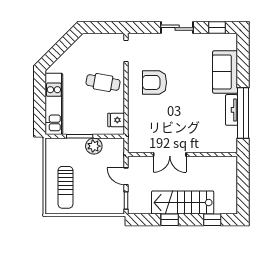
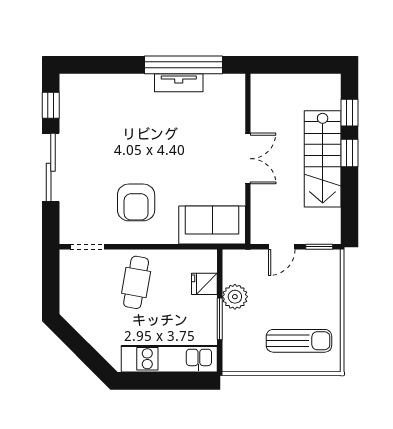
sliding door: (177, 28) -> (51, 167), width x1.37
sofa: (225, 72) -> (212, 225), moved, turned 180
fridge: (116, 120) -> (204, 284), moved, turned 90
double door: (170, 154) -> (248, 159), moved
window: (170, 220) -> (349, 153), moved

